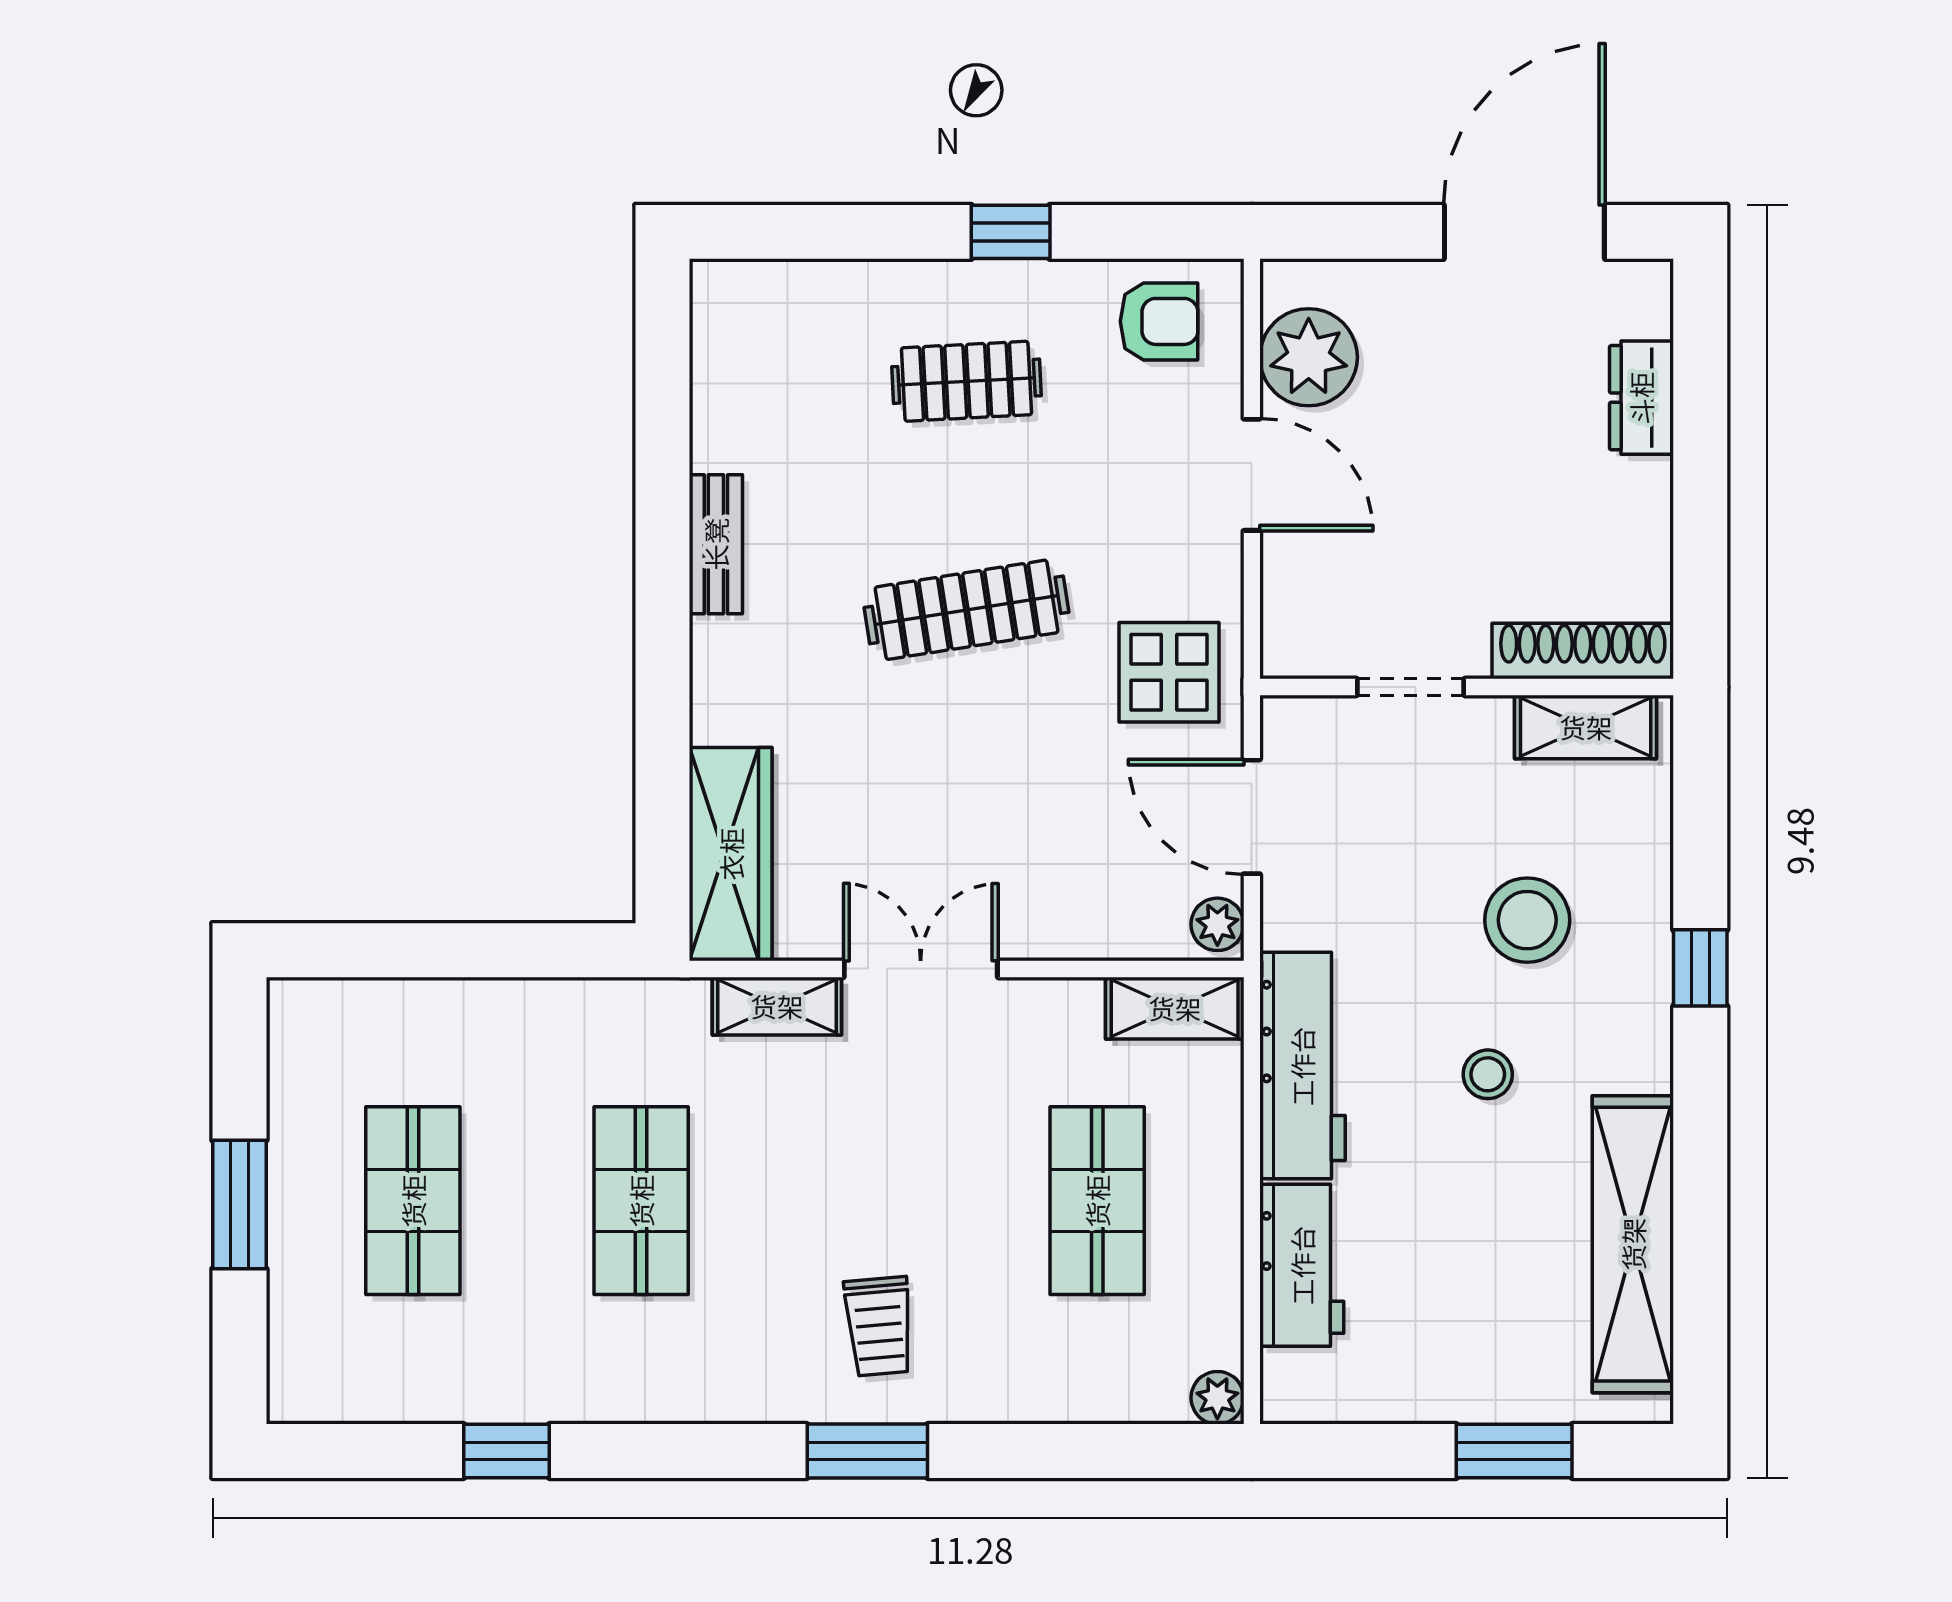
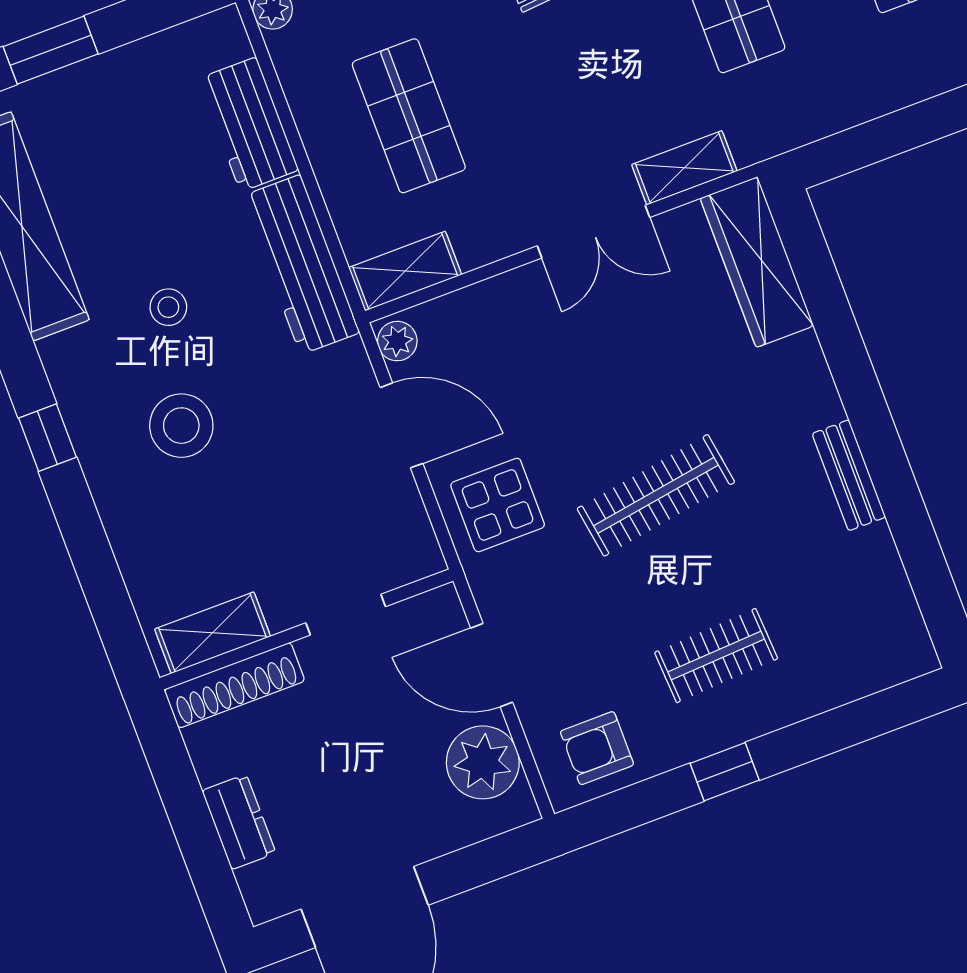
shoe rack: (1583, 651) -> (234, 685), moved
doorway: (1411, 687) -> (346, 615), moved
wall: (1467, 687) -> (306, 629), moved
shelving: (1586, 727) -> (213, 633), moved

